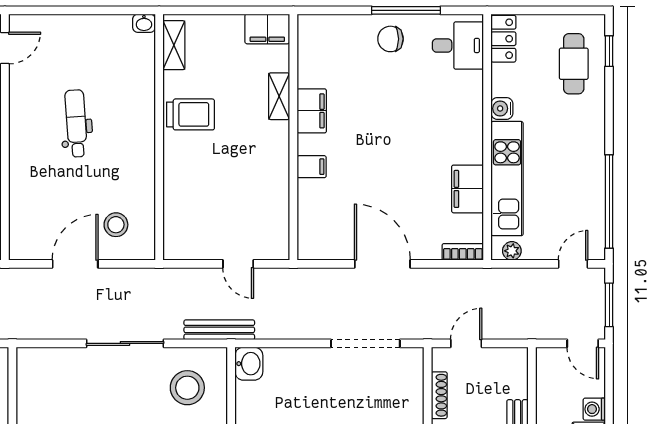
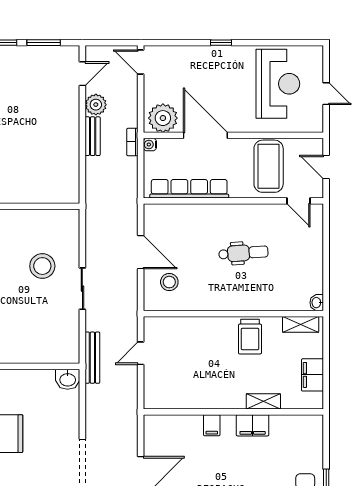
filing cabinet: (267, 29) -> (313, 375), moved
door: (238, 264) -> (141, 353), moved
sliding door: (125, 343) -> (82, 289), width x0.73
stool: (187, 388) -> (42, 266), moved

